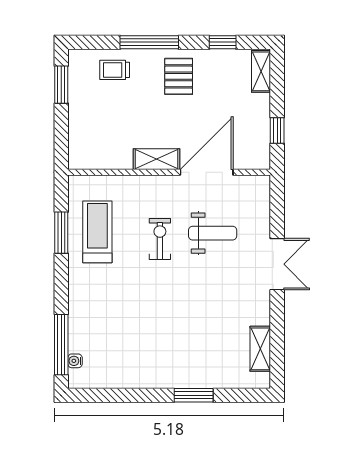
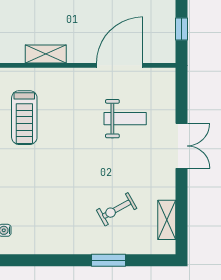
shelving: (157, 159) -> (46, 54), moved
treadmill: (97, 232) -> (24, 118), turned 180
exercise bike: (160, 239) -> (117, 209), moved, turned -119

